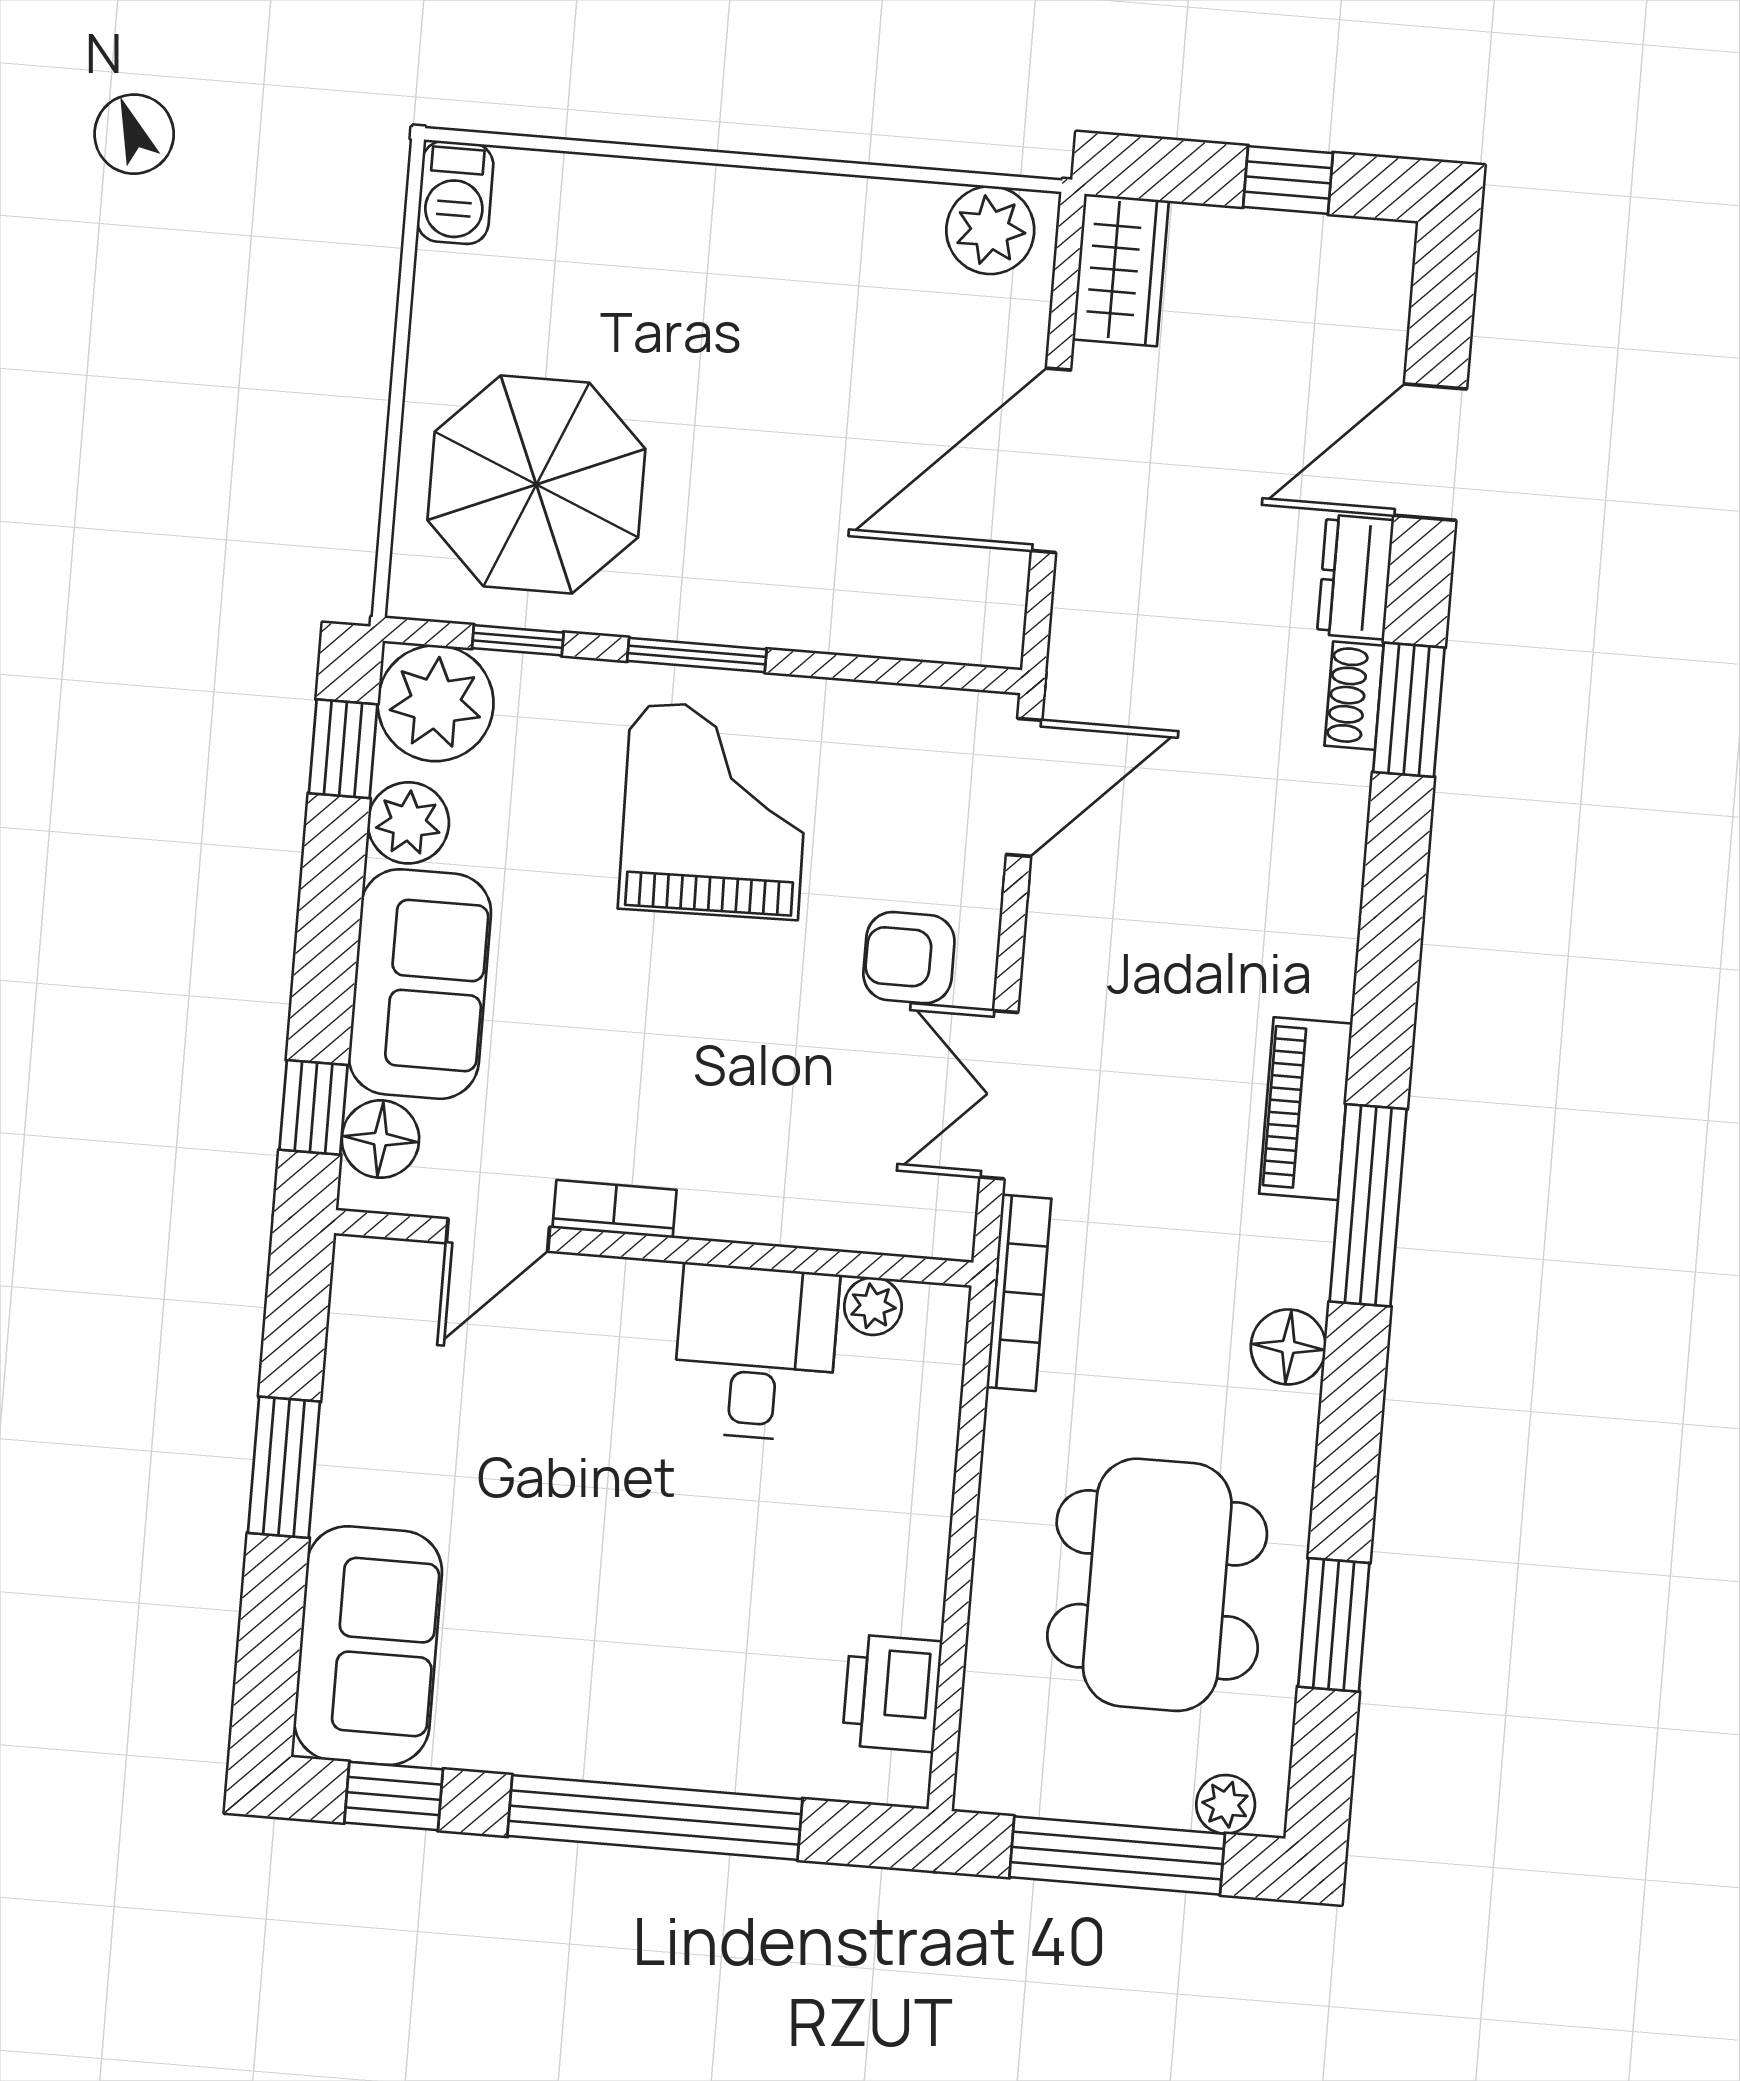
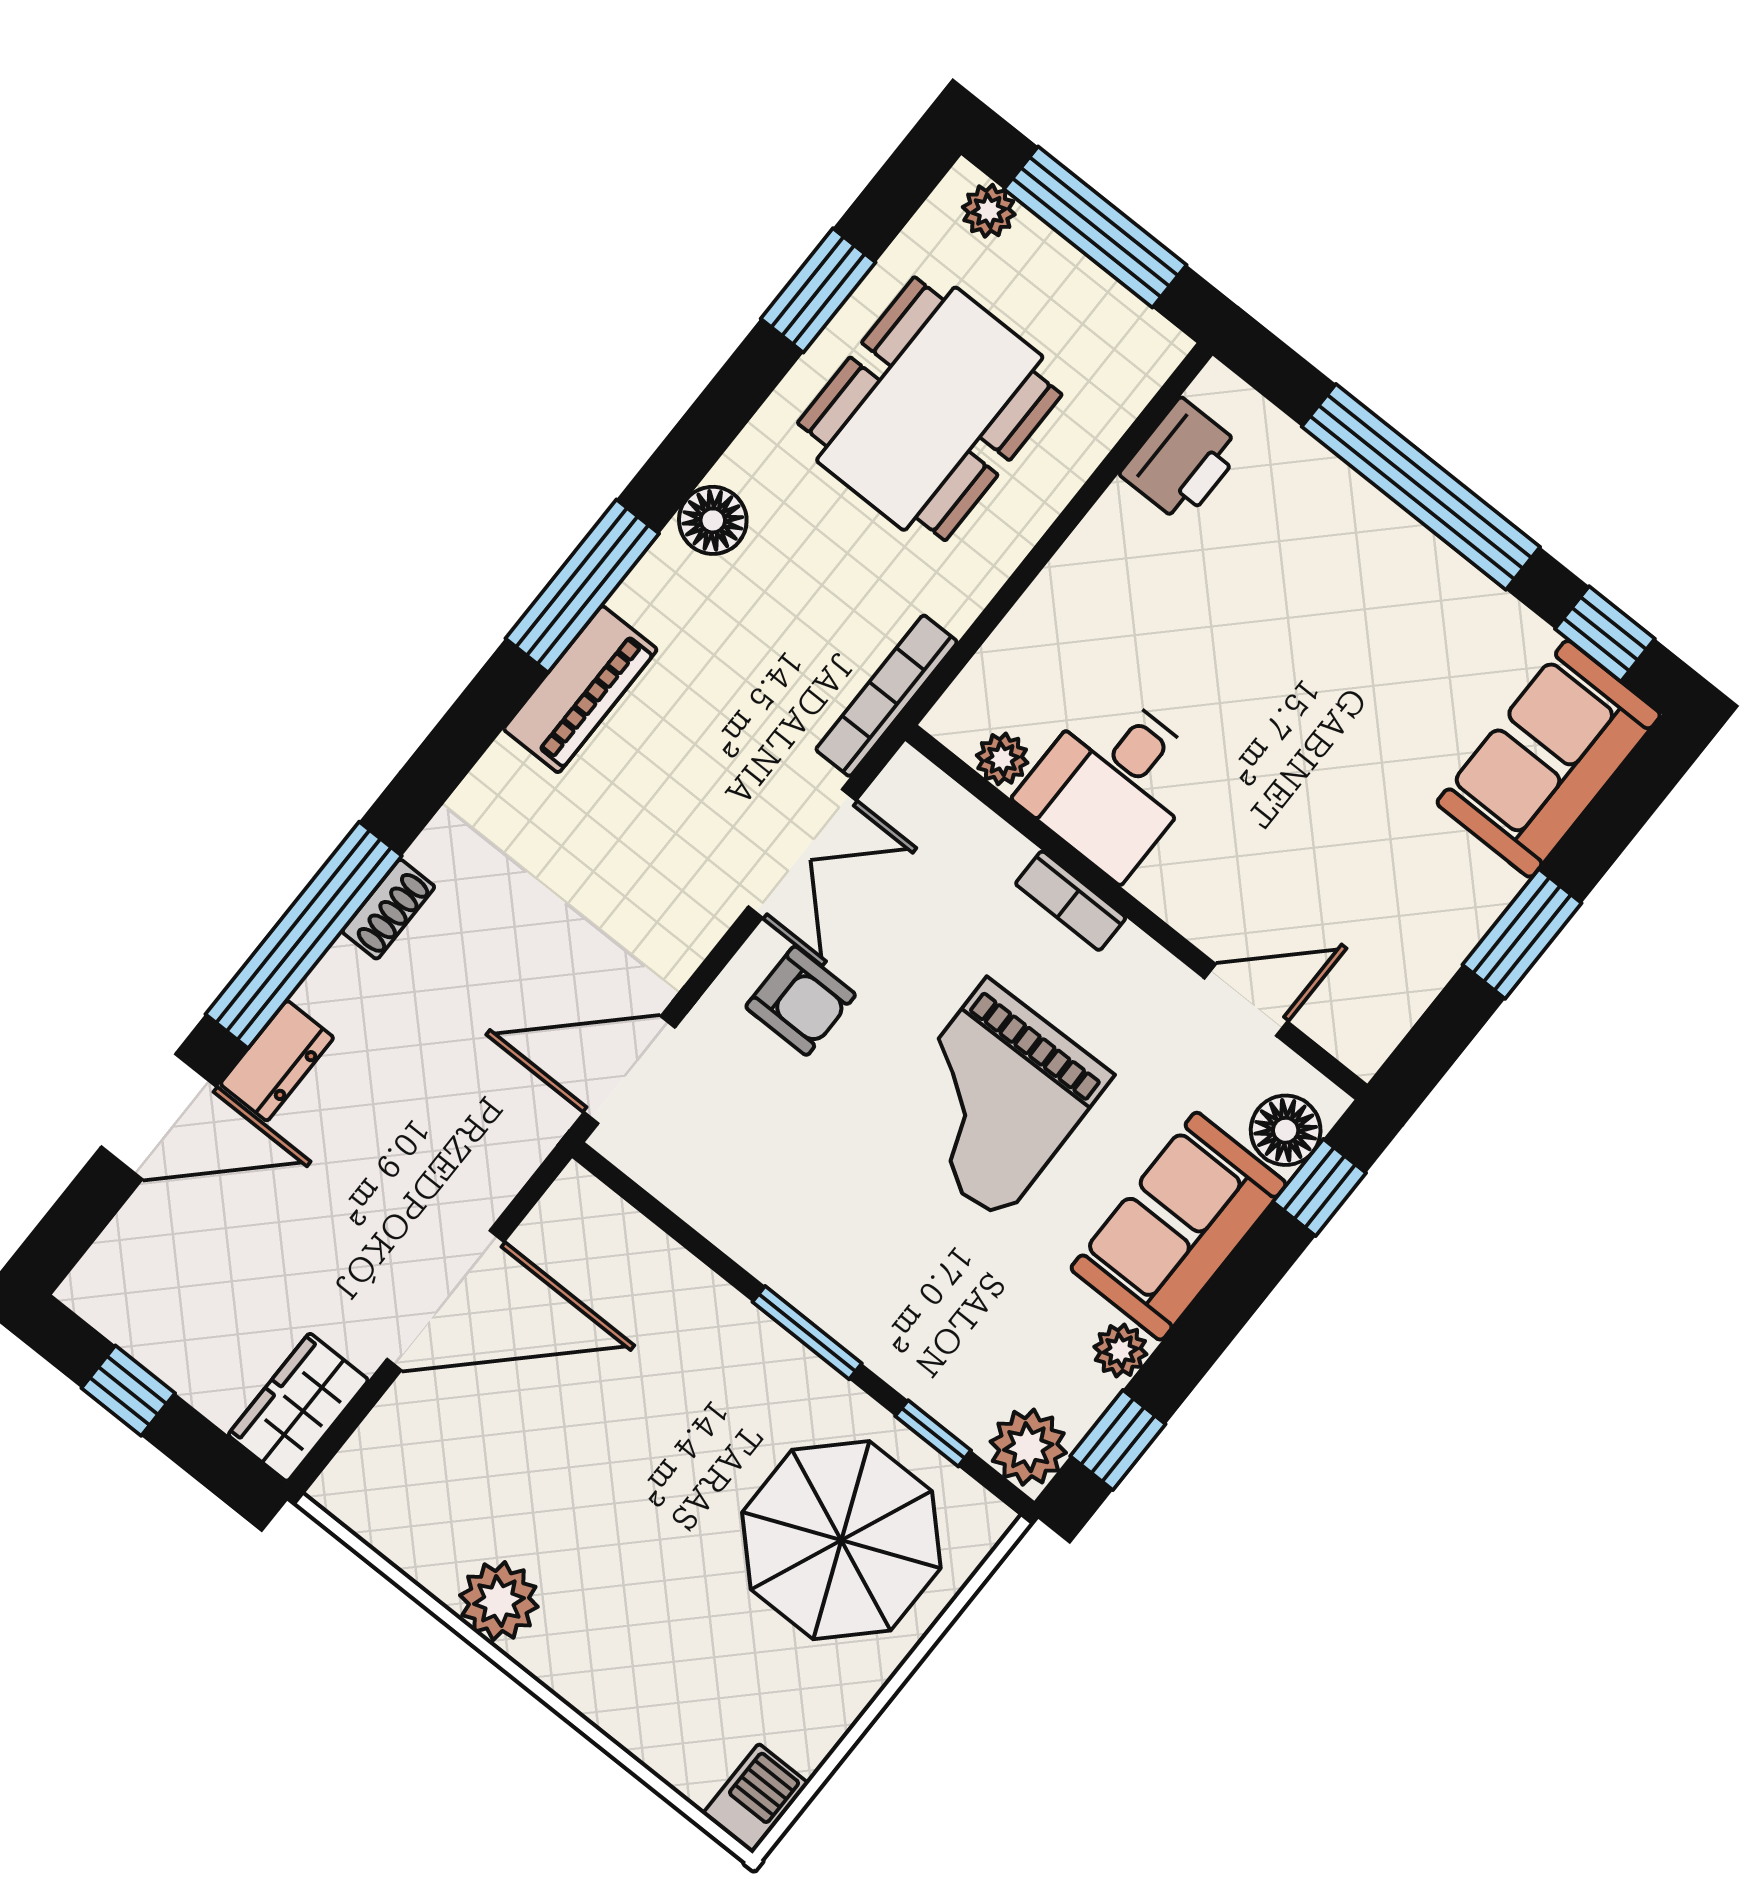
plant: (990, 230) -> (499, 1601), moved
shoe rack: (1354, 696) -> (388, 909), moved
plant: (436, 703) -> (1028, 1447), width x0.73, depth x0.73
window: (1409, 710) -> (304, 935), width x2.11
grand piano: (714, 811) -> (994, 1100), moved
plant: (408, 823) -> (1120, 1350), width x0.73, depth x0.73
bookcase: (615, 1209) -> (1071, 901), moved

